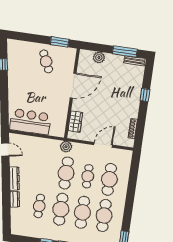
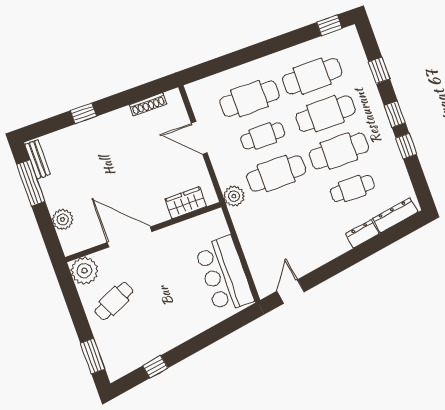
window: (60, 42) -> (93, 356), moved
plant: (68, 55) -> (84, 271), added
dresser: (14, 179) -> (395, 215), moved

